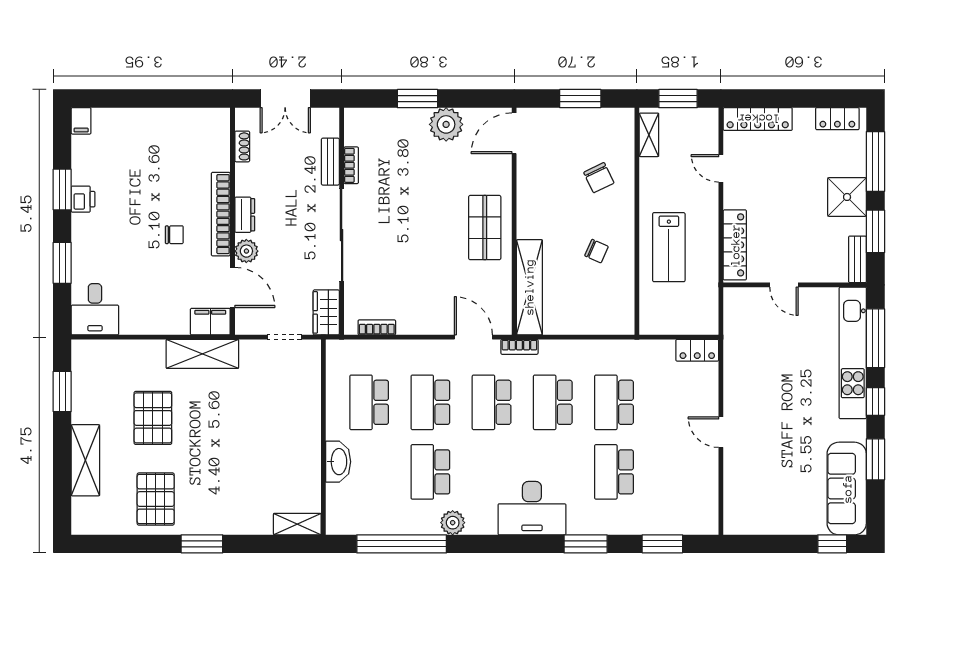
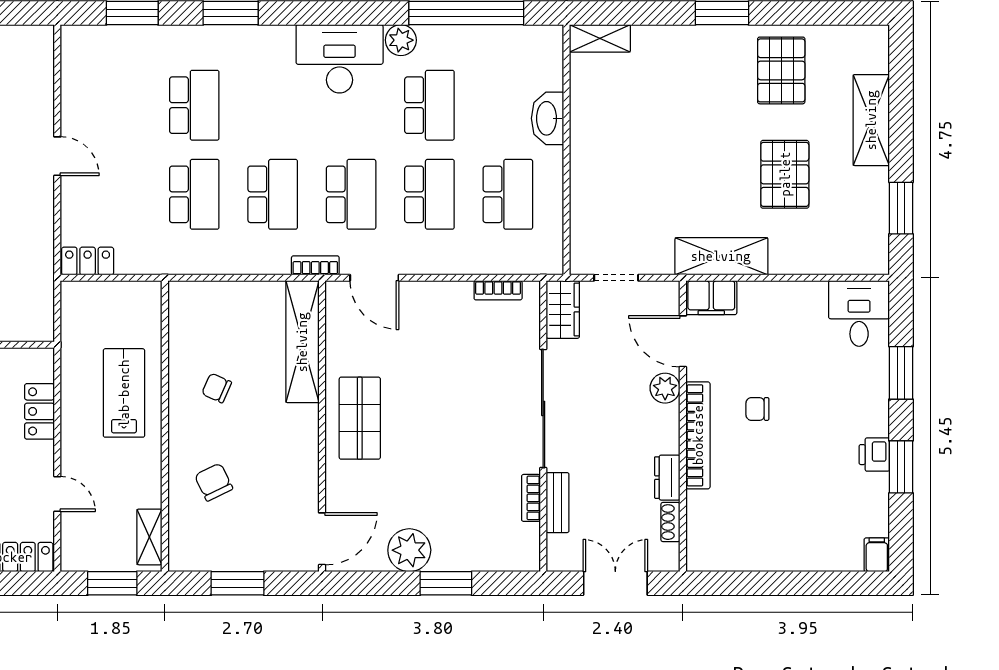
dresser: (245, 215) -> (667, 478), moved
locker: (735, 245) -> (39, 411), width x0.66
desk: (532, 508) -> (340, 59), moved

